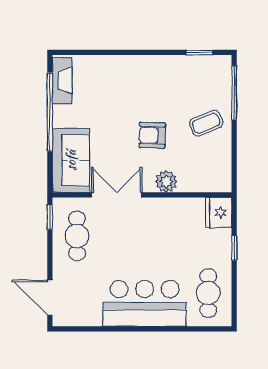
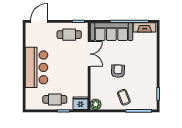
sofa: (71, 160) -> (111, 32), width x1.36
plant: (166, 181) -> (96, 104), moved
cafe table: (208, 293) -> (55, 99), moved

